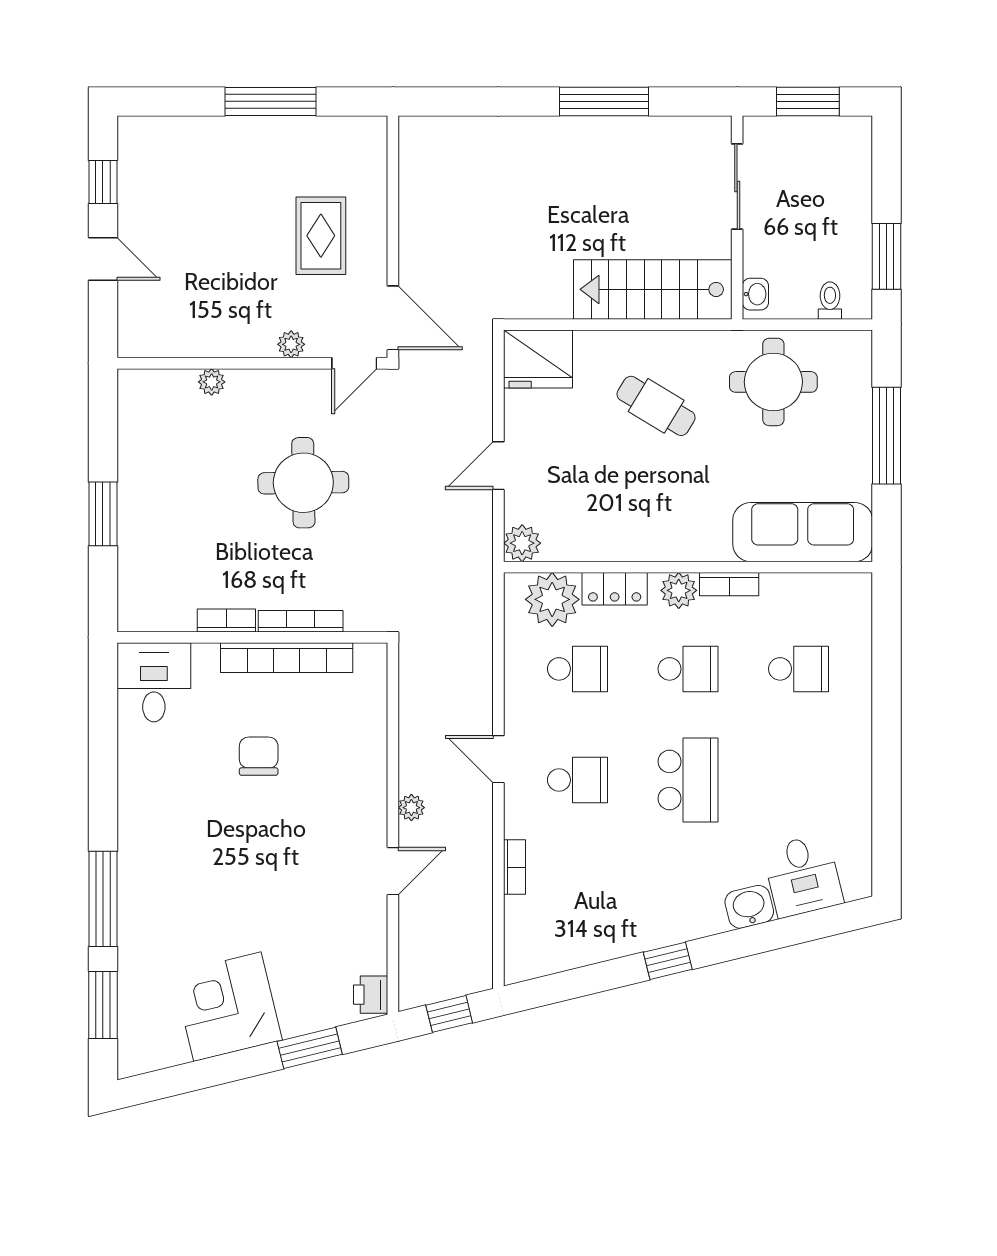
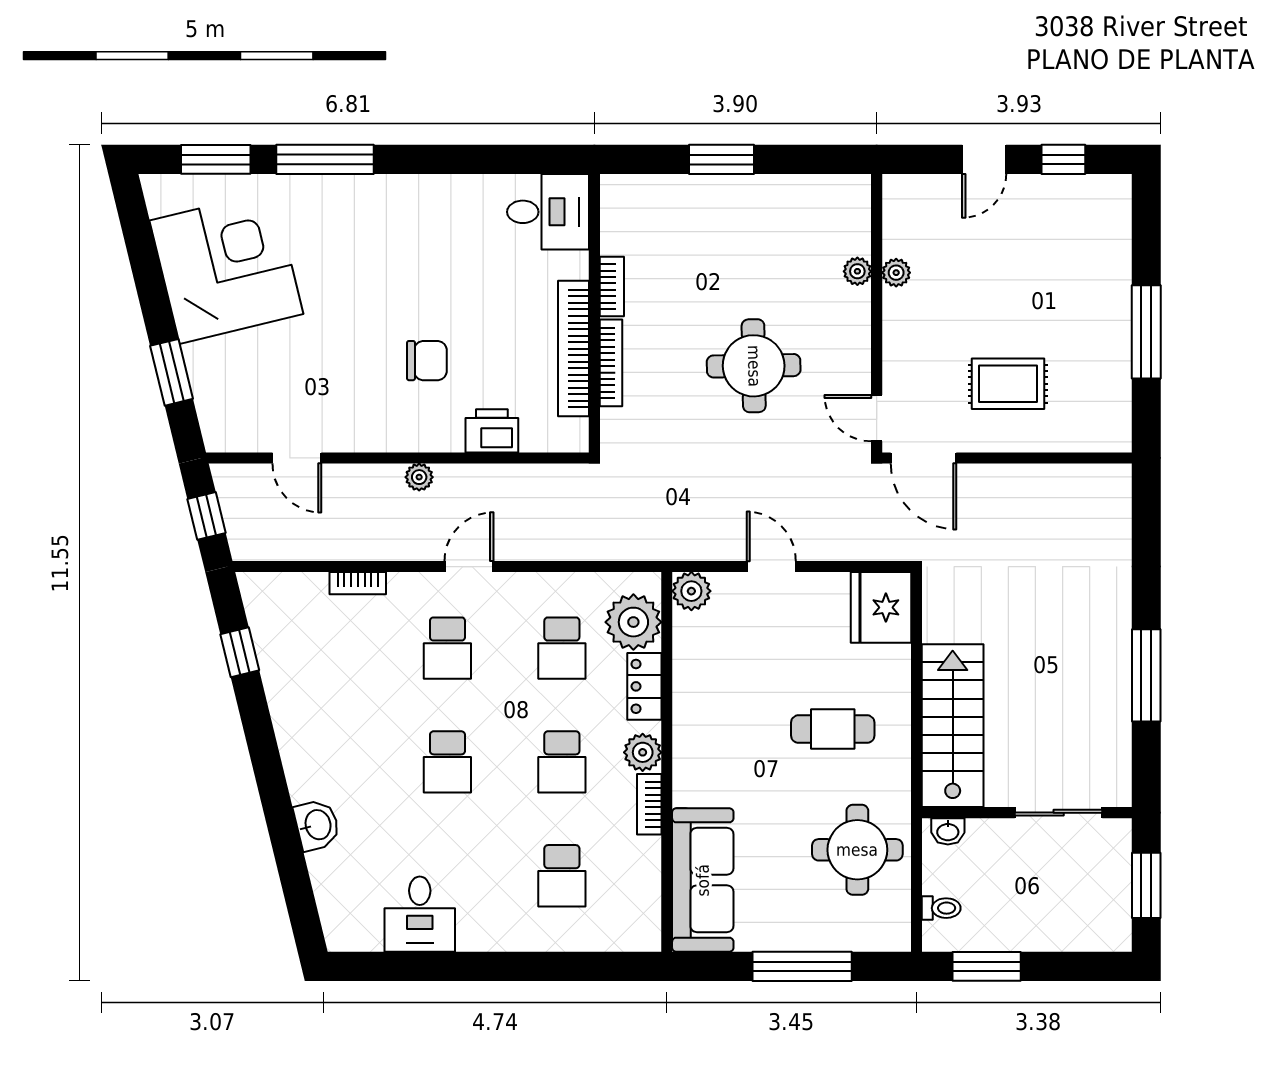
door: (393, 318) -> (923, 458), hinge flipped
plant: (291, 344) -> (896, 273), moved
cafe table: (656, 406) -> (833, 729), turned 59
chair: (259, 756) -> (427, 361), moved
school desk: (688, 780) -> (447, 762), width x0.54
door: (393, 871) -> (297, 458), moved
desk: (803, 876) -> (420, 914), moved, turned -76
window: (668, 961) -> (240, 652), moved
printer: (371, 995) -> (492, 431), moved, width x1.36, depth x1.24
corner desk: (227, 1007) -> (226, 267), width x1.36, depth x1.36

